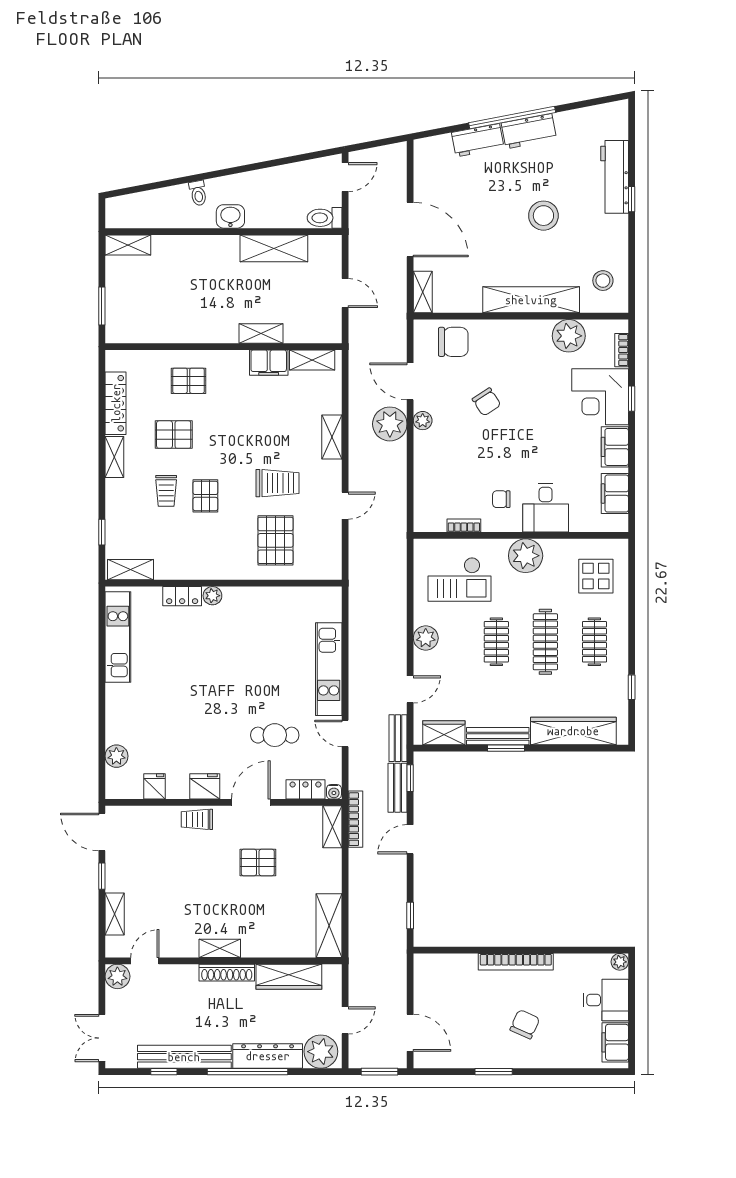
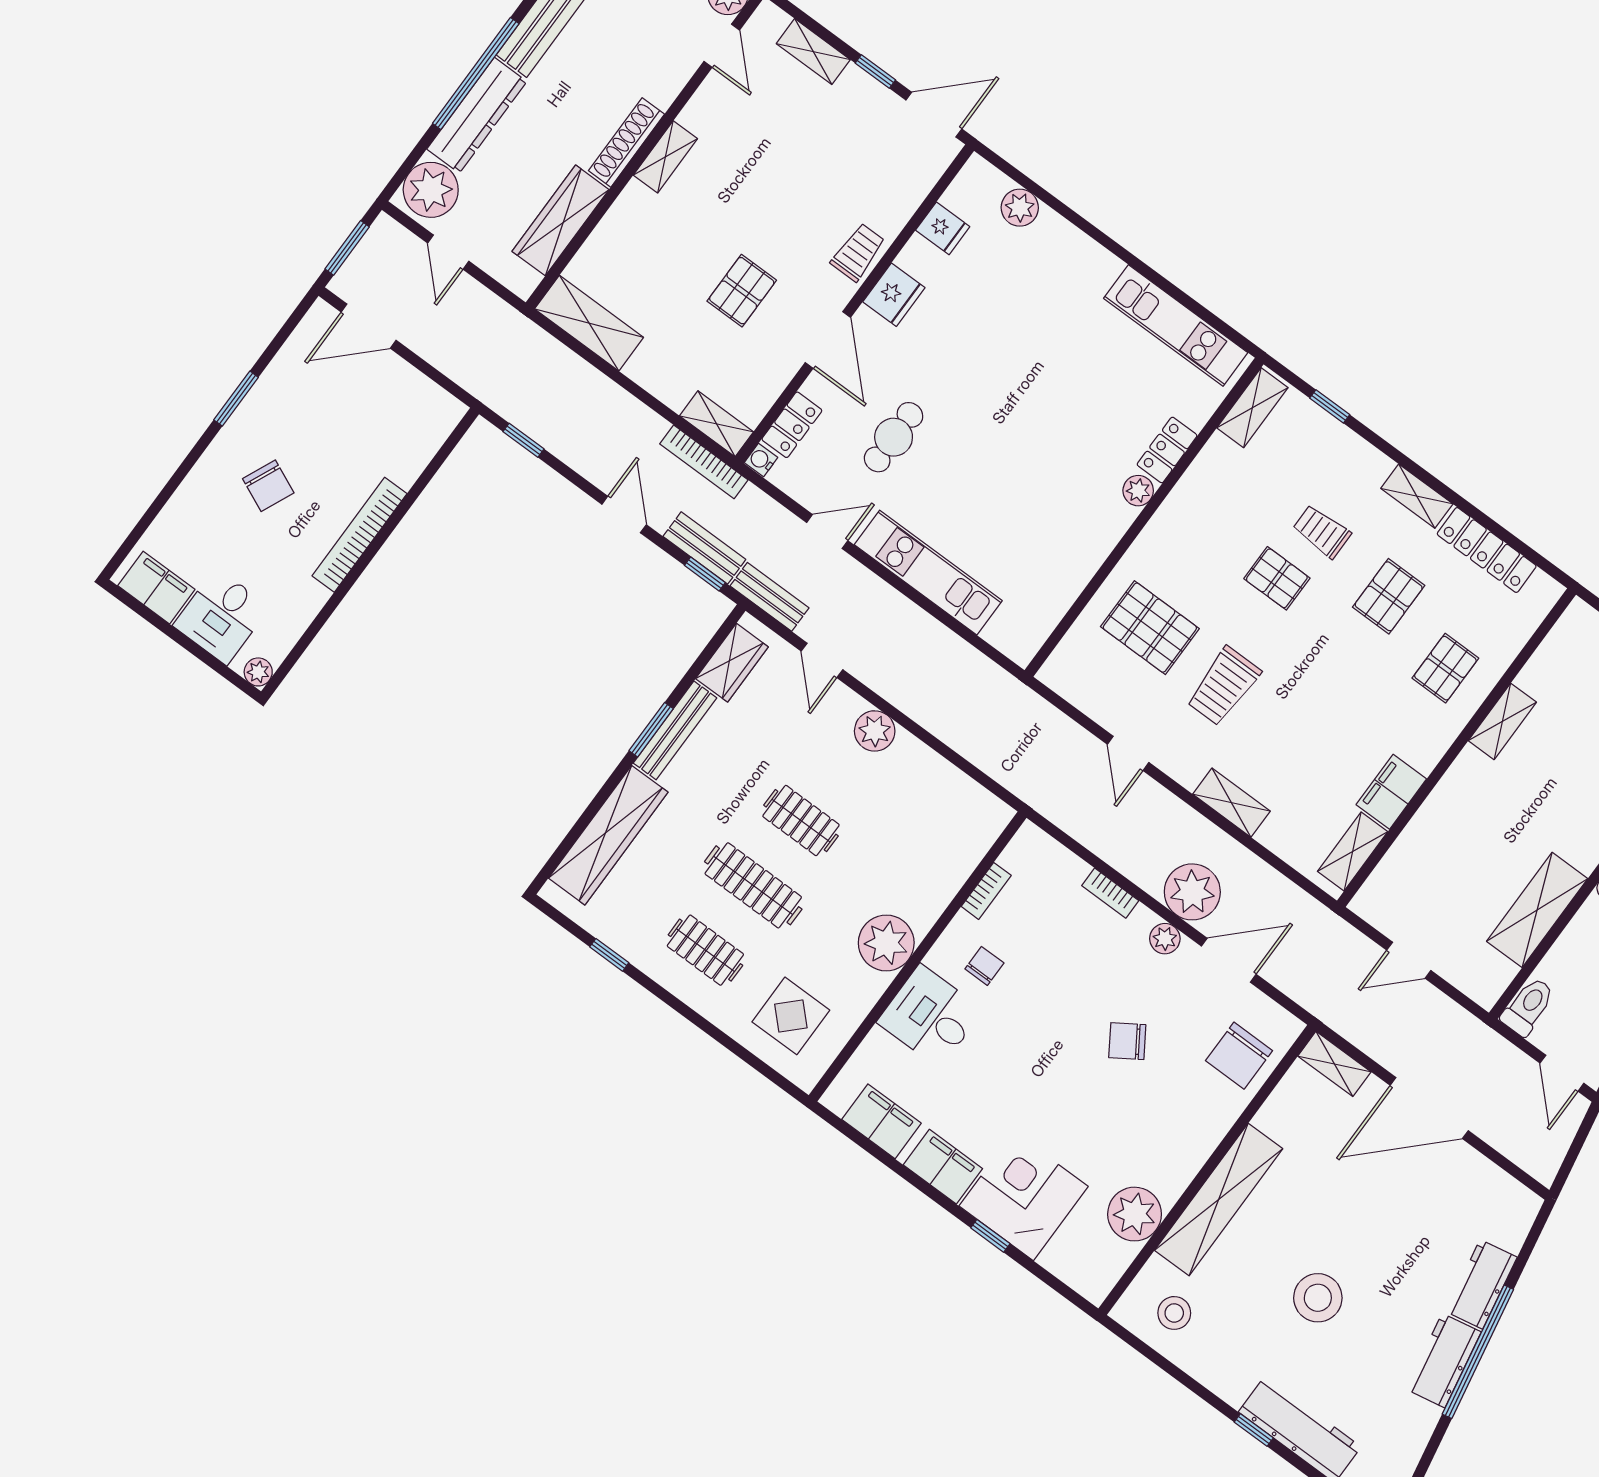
shelving: (261, 334) -> (1502, 721), moved
bookcase: (622, 350) -> (1110, 893), moved, turned 180
checkout: (459, 579) -> (919, 833), removed

